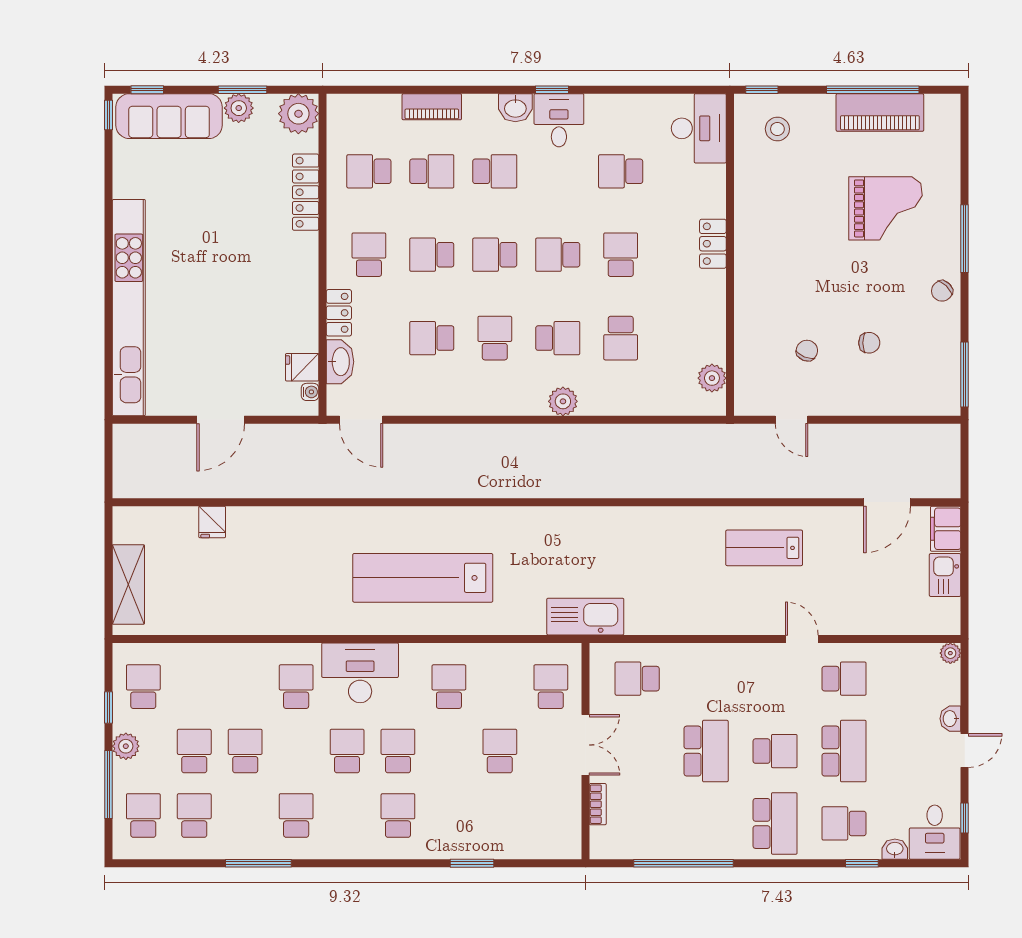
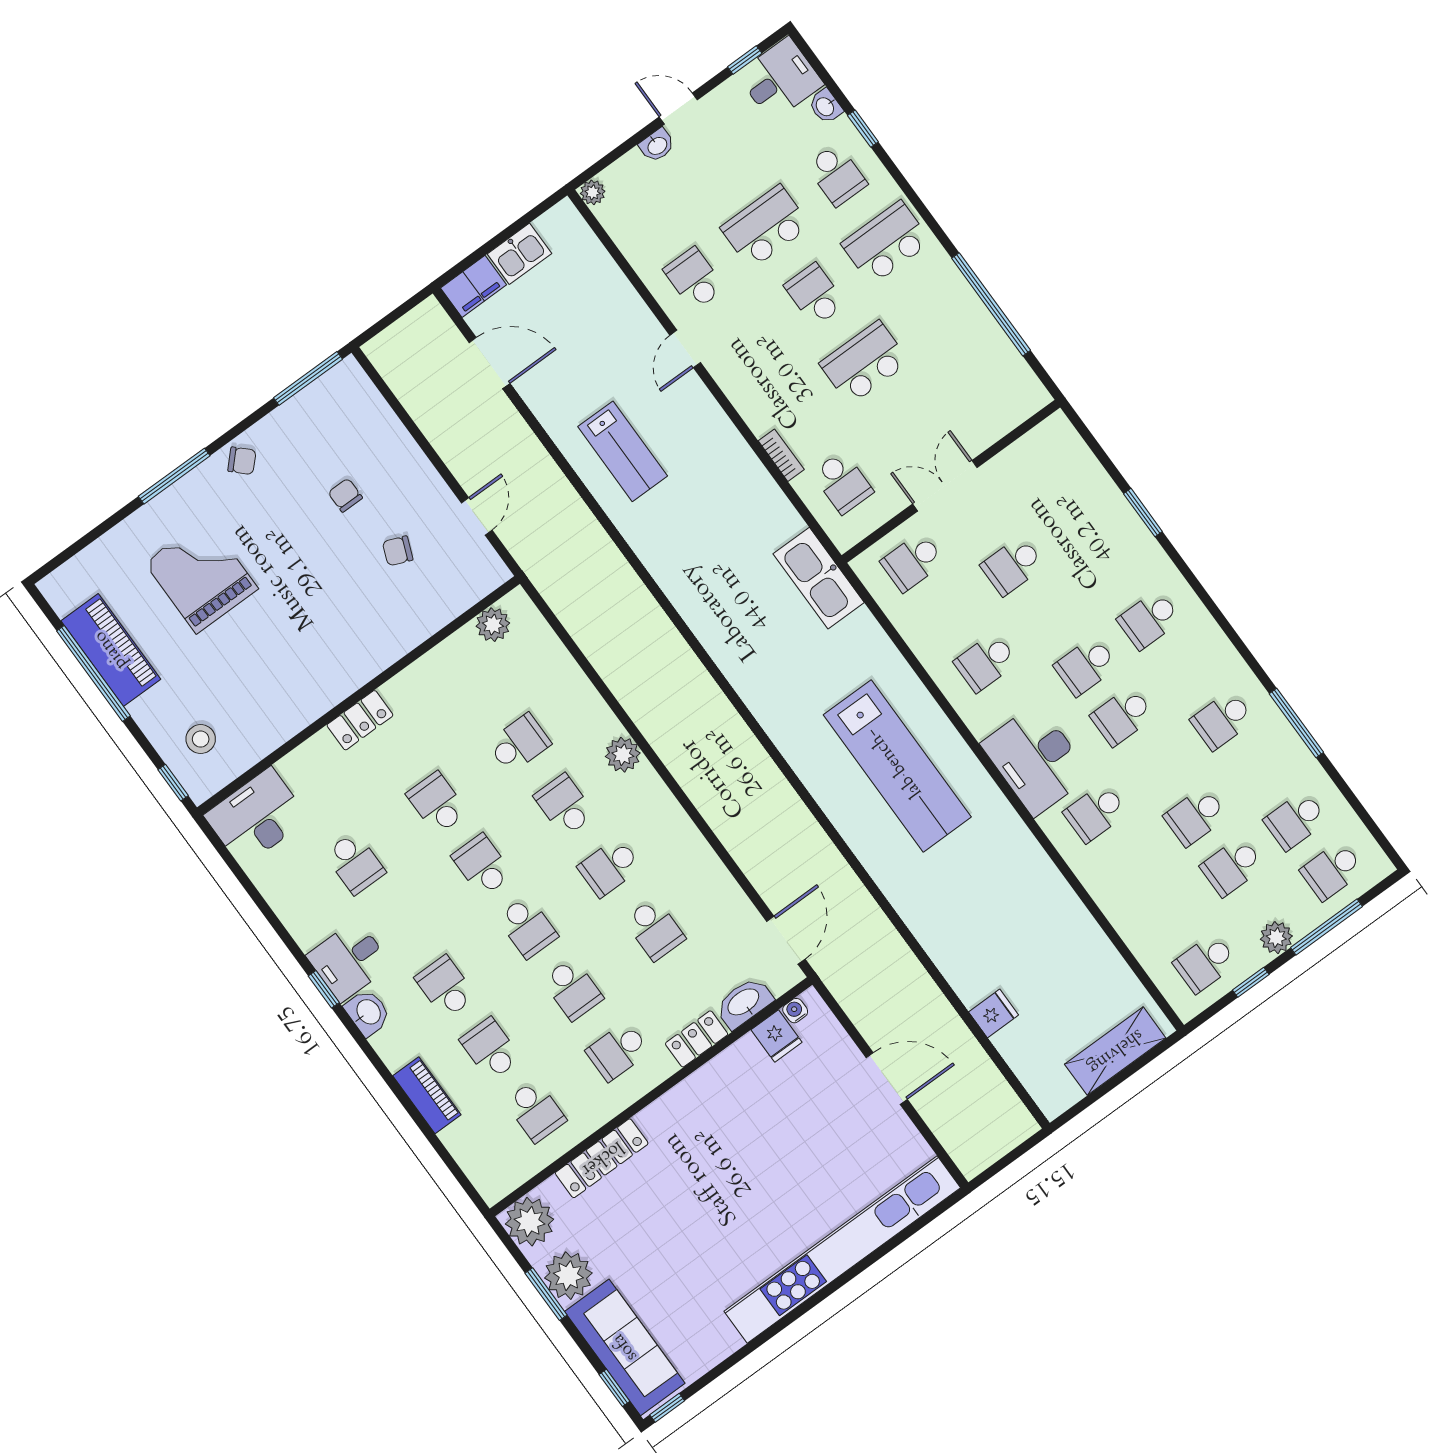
plant: (239, 108) -> (568, 1276), width x1.36, depth x1.36
school desk: (558, 255) -> (482, 865), turned 180
school desk: (621, 255) -> (437, 803), turned 90
bookcase: (598, 804) -> (781, 455), moved, turned 90

